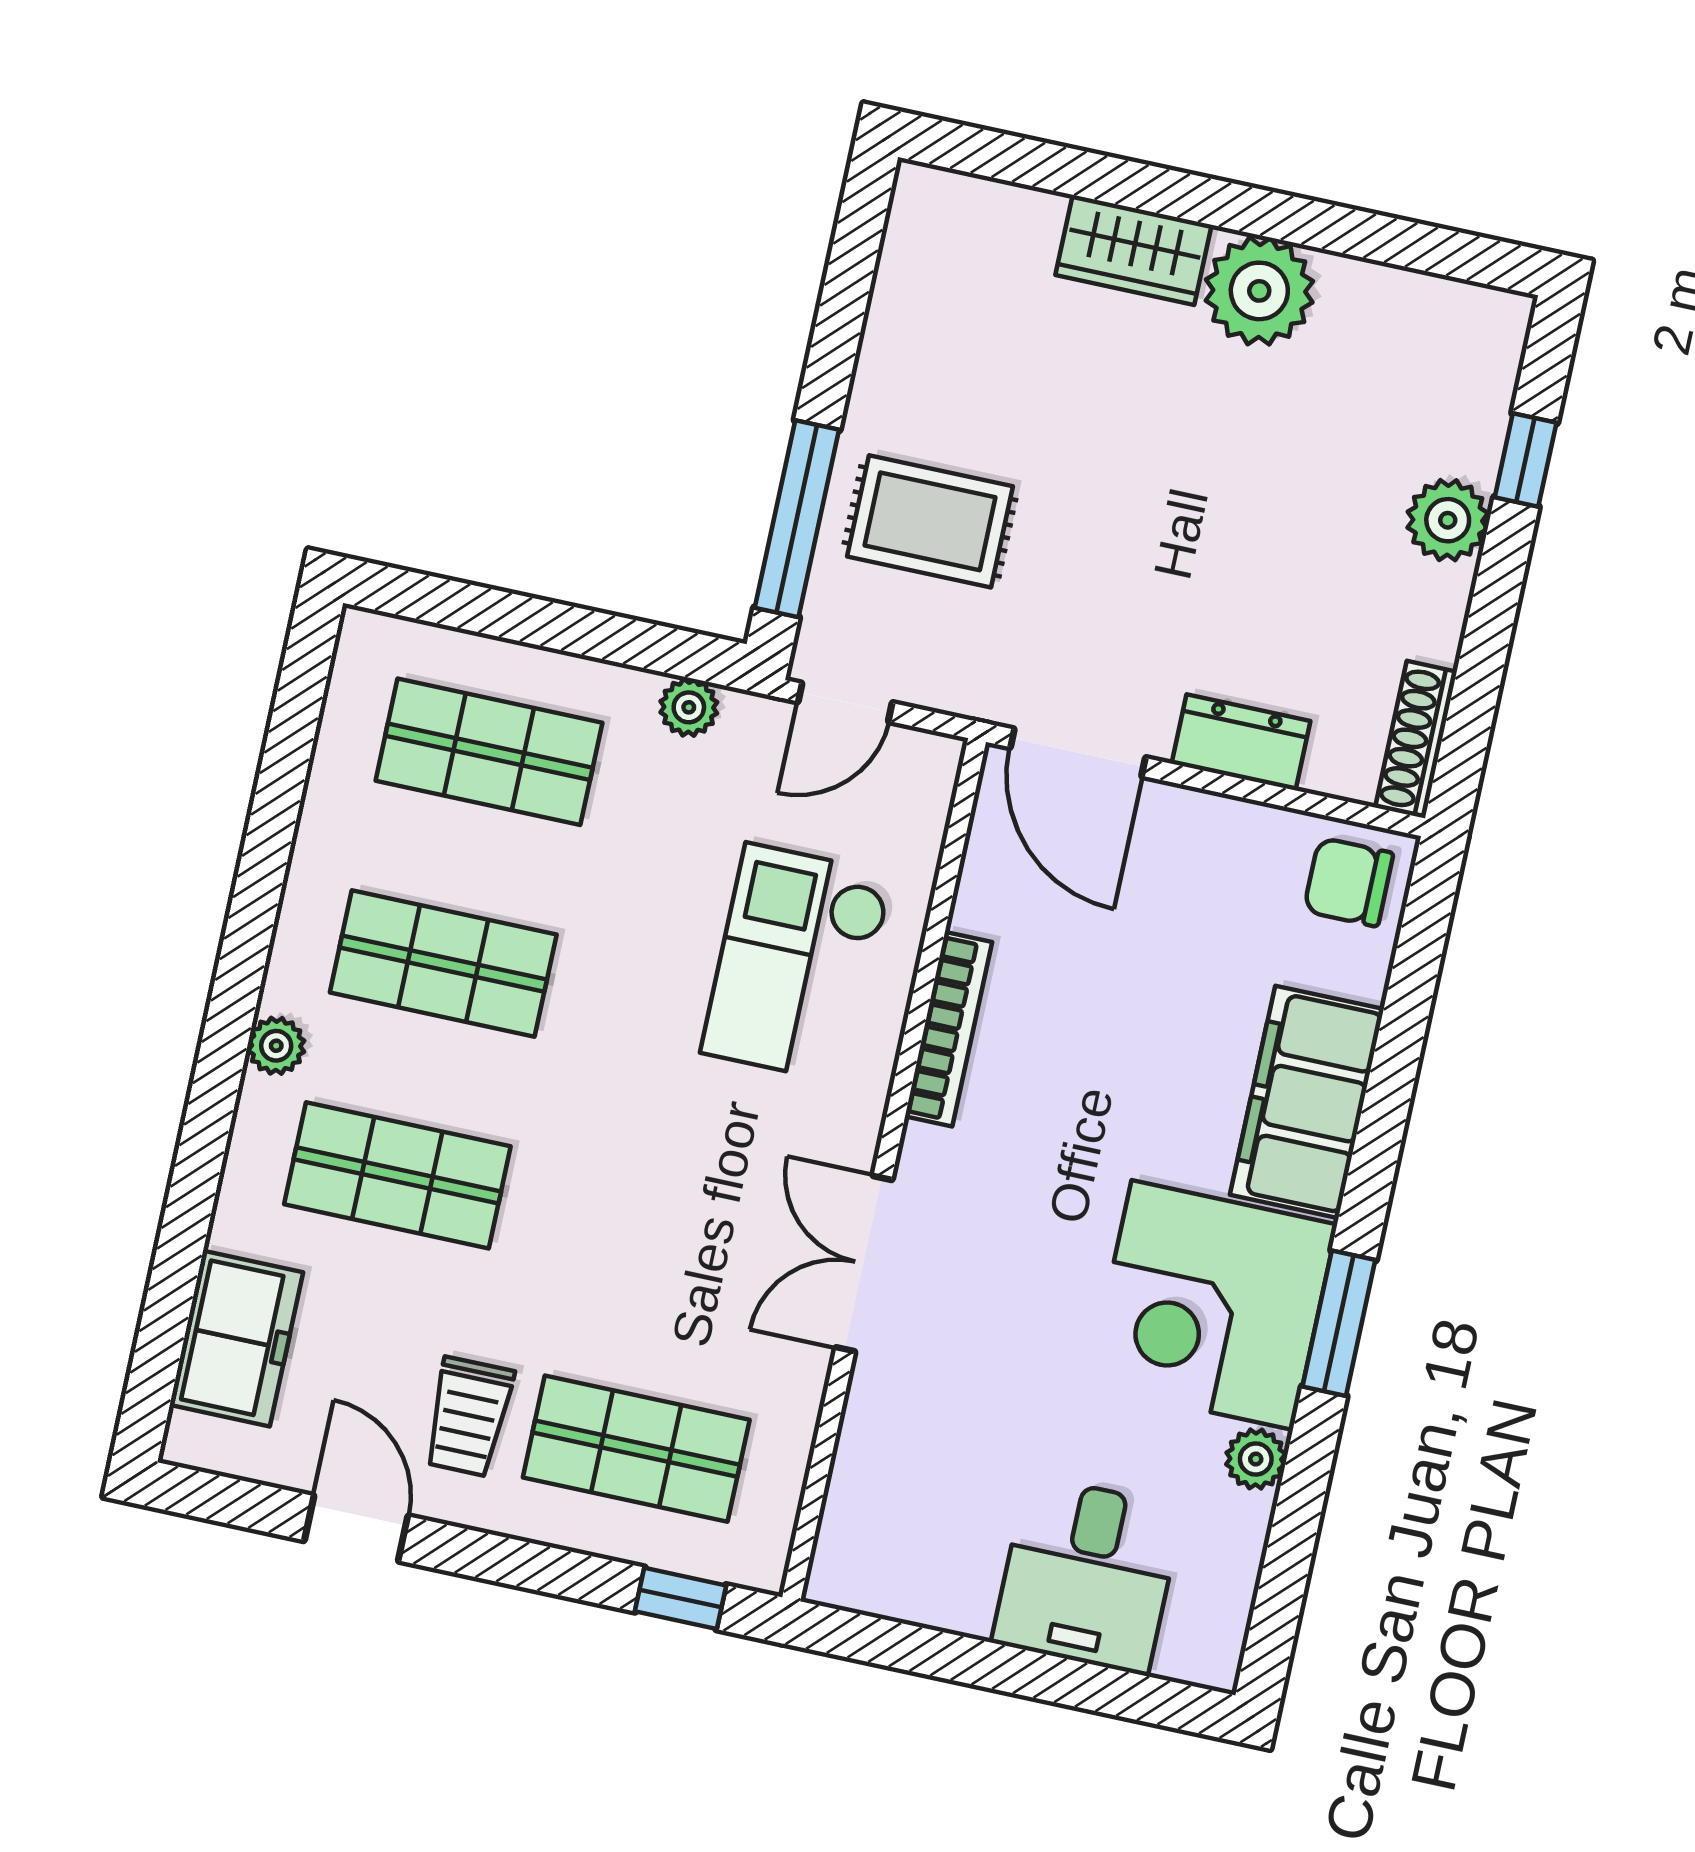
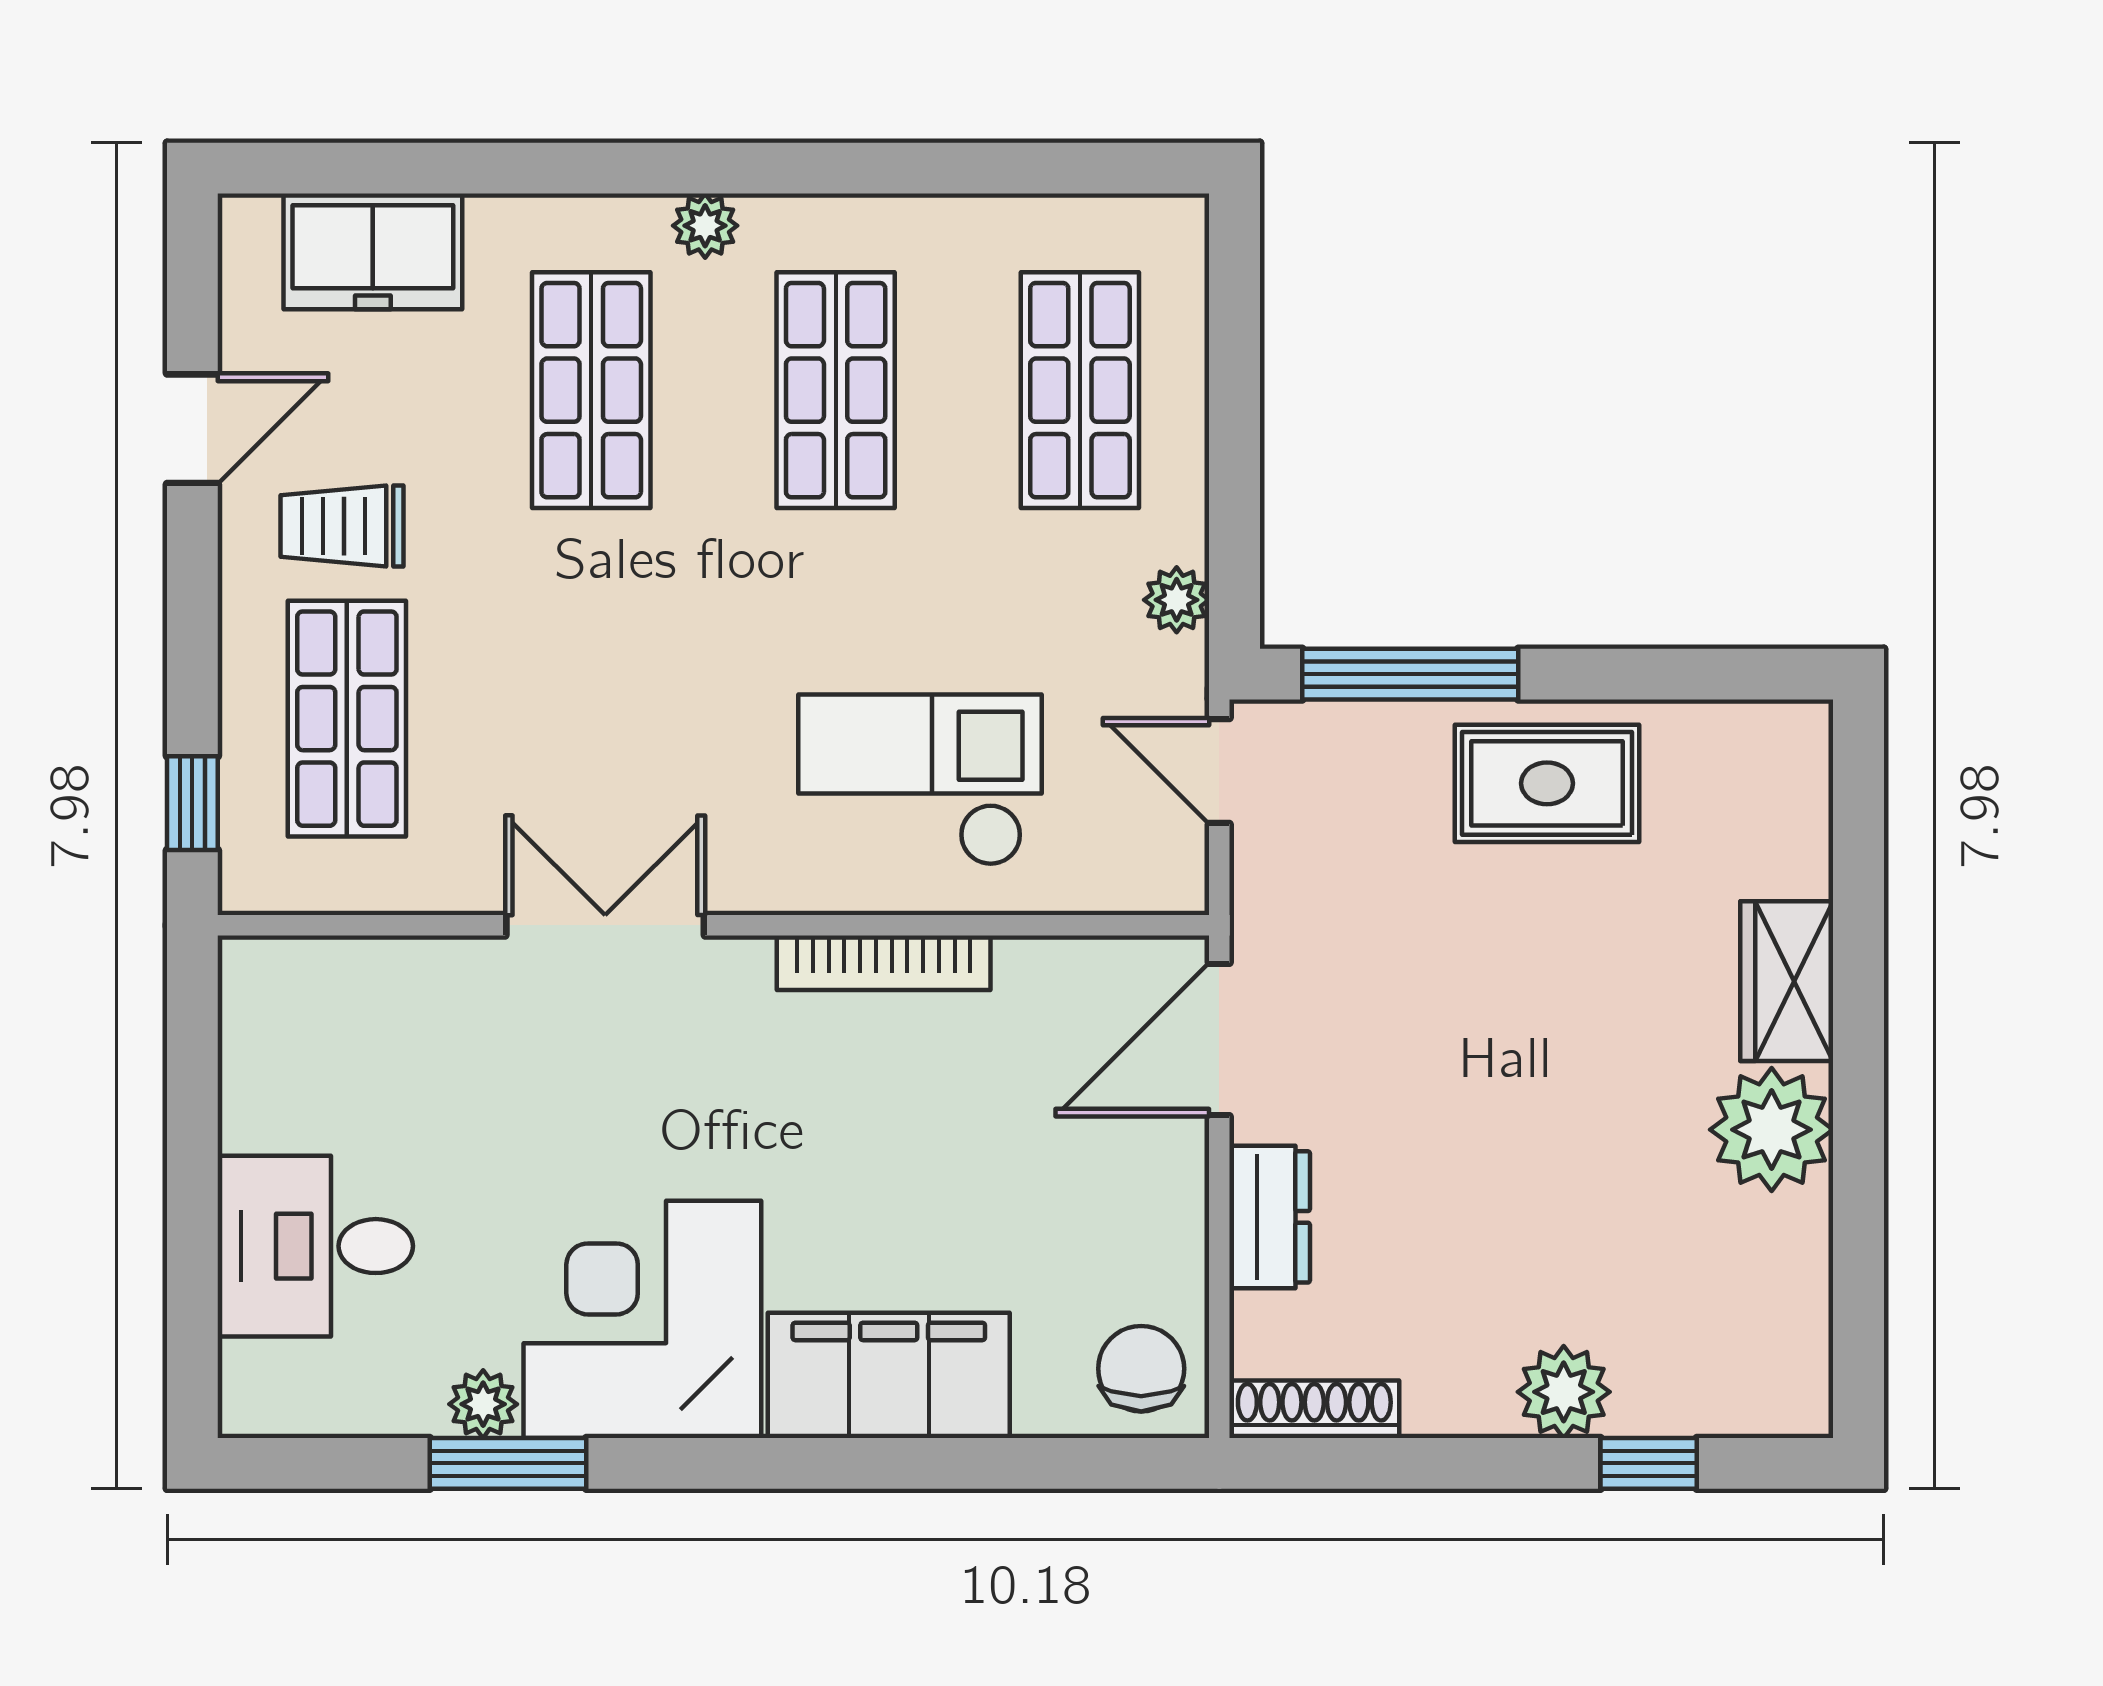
rug: (930, 521) -> (1547, 783), moved, turned 90
window: (1339, 1323) -> (508, 1463), moved

